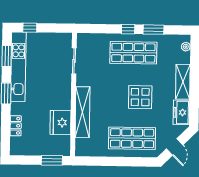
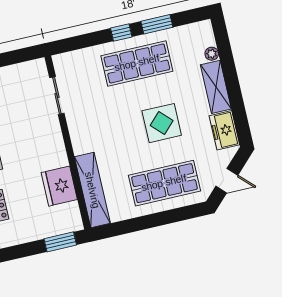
plant: (186, 47) -> (212, 54), moved
shelving: (82, 112) -> (92, 190), moved
door: (175, 147) -> (227, 181), hinge flipped

